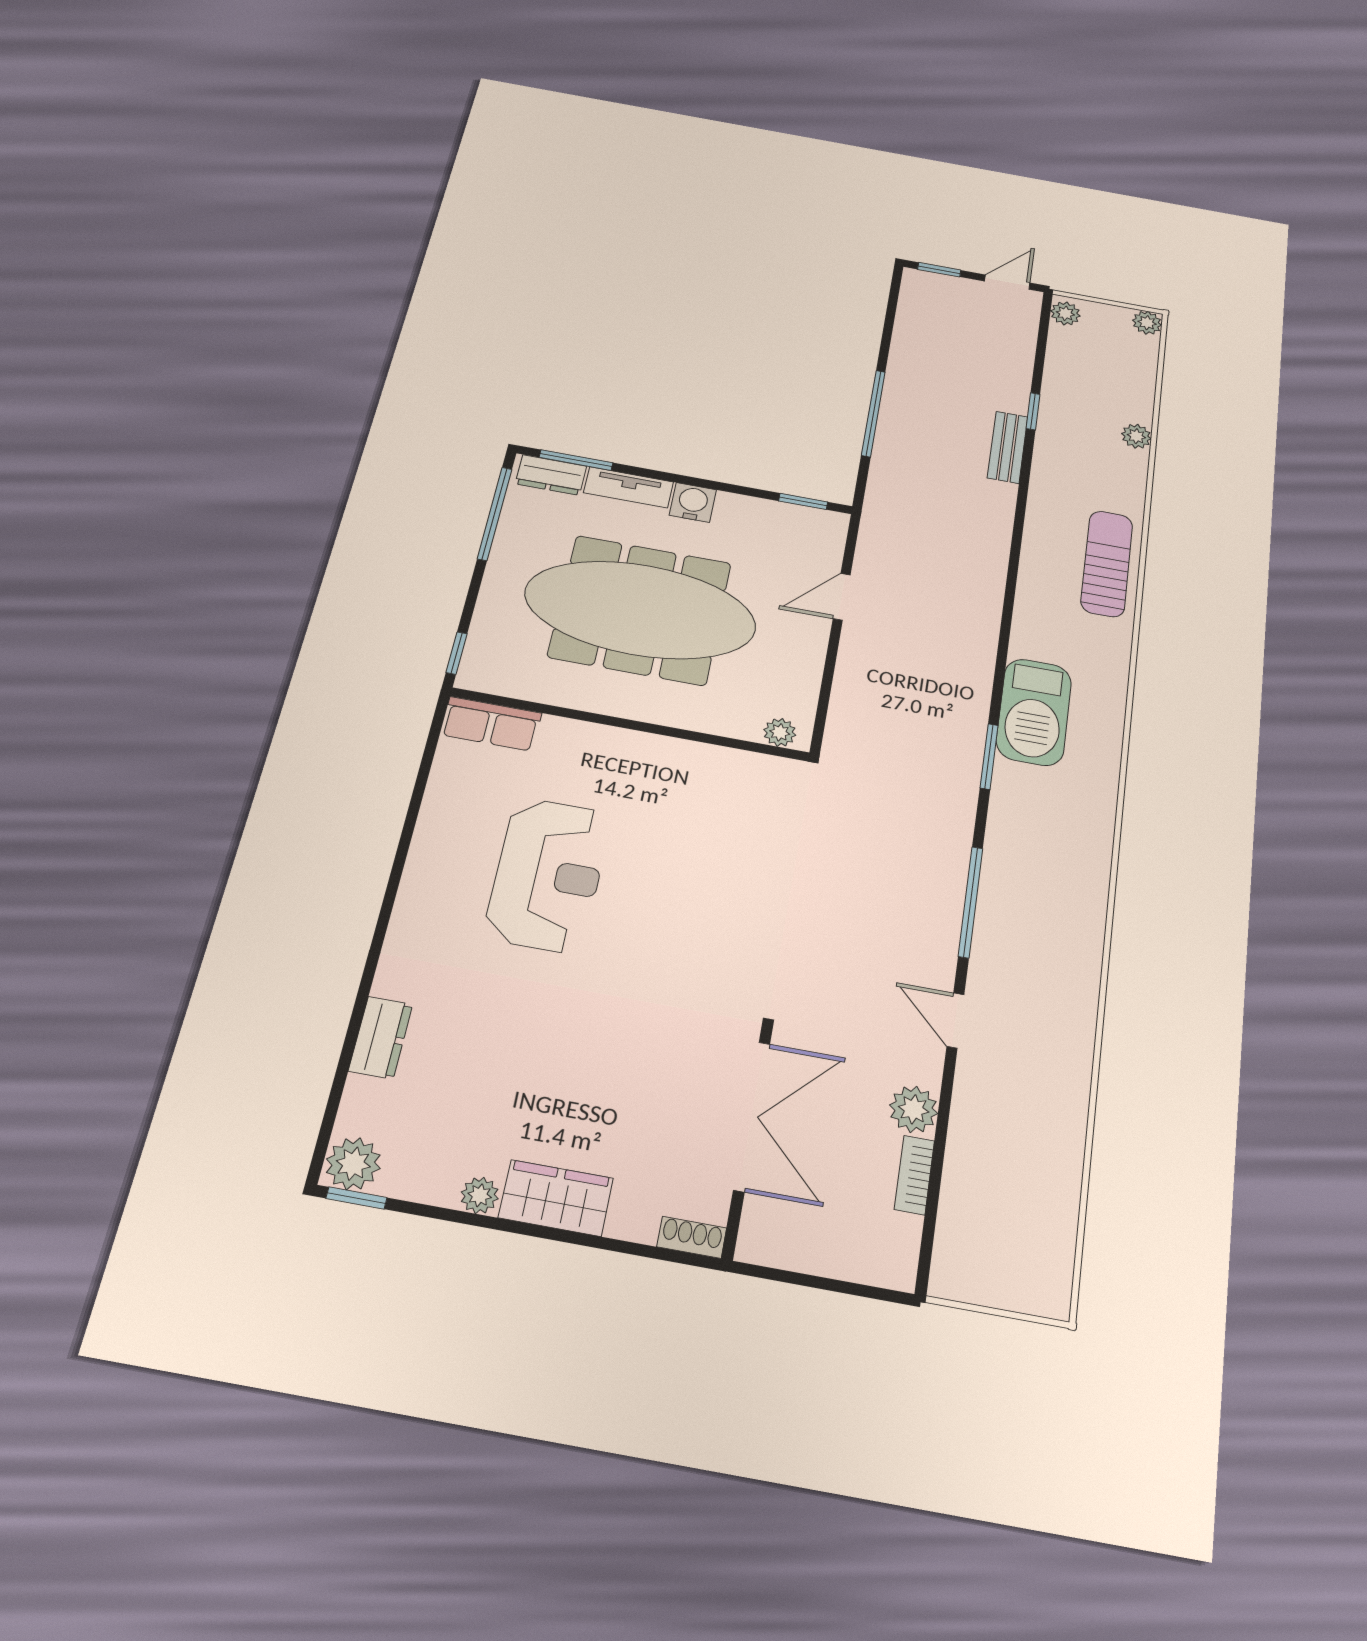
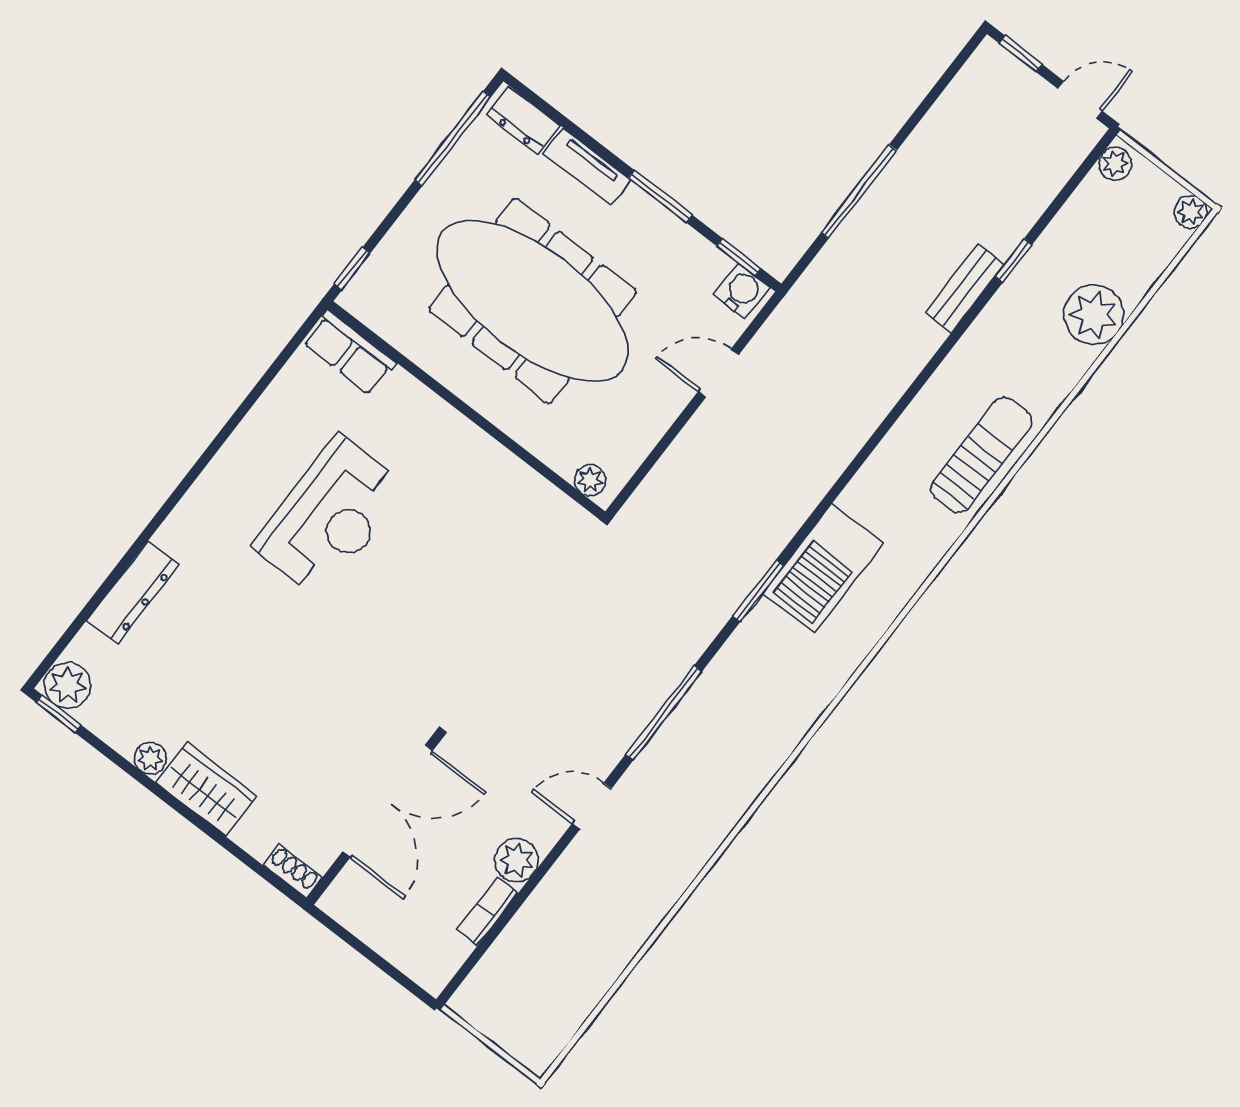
plant: (1136, 436) -> (1094, 315), width x1.88, depth x1.88
window: (576, 460) -> (660, 196), moved
water cooler: (693, 502) -> (742, 291), moved
door: (955, 1020) -> (592, 806), hinge flipped
dresser: (381, 1038) -> (133, 593), width x1.44

